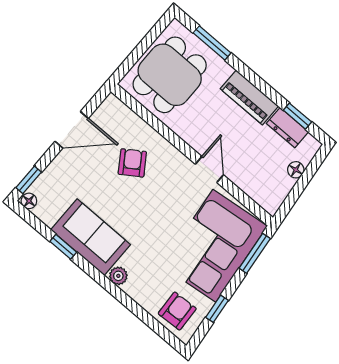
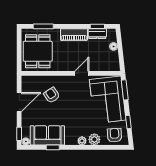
door: (209, 170) -> (82, 73), hinge flipped
sofa: (91, 237) -> (47, 135), moved
plant: (140, 290) -> (94, 139), added

